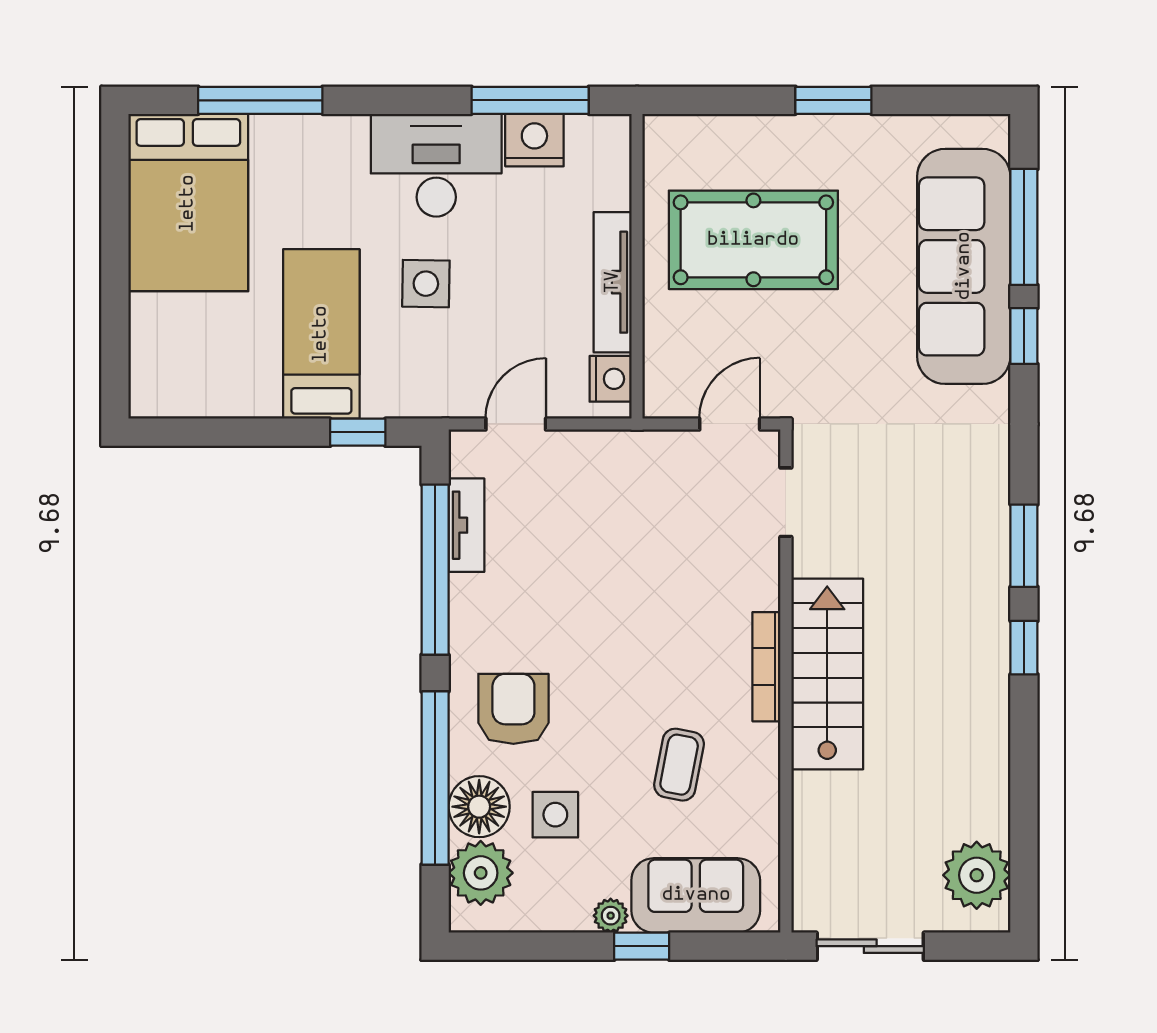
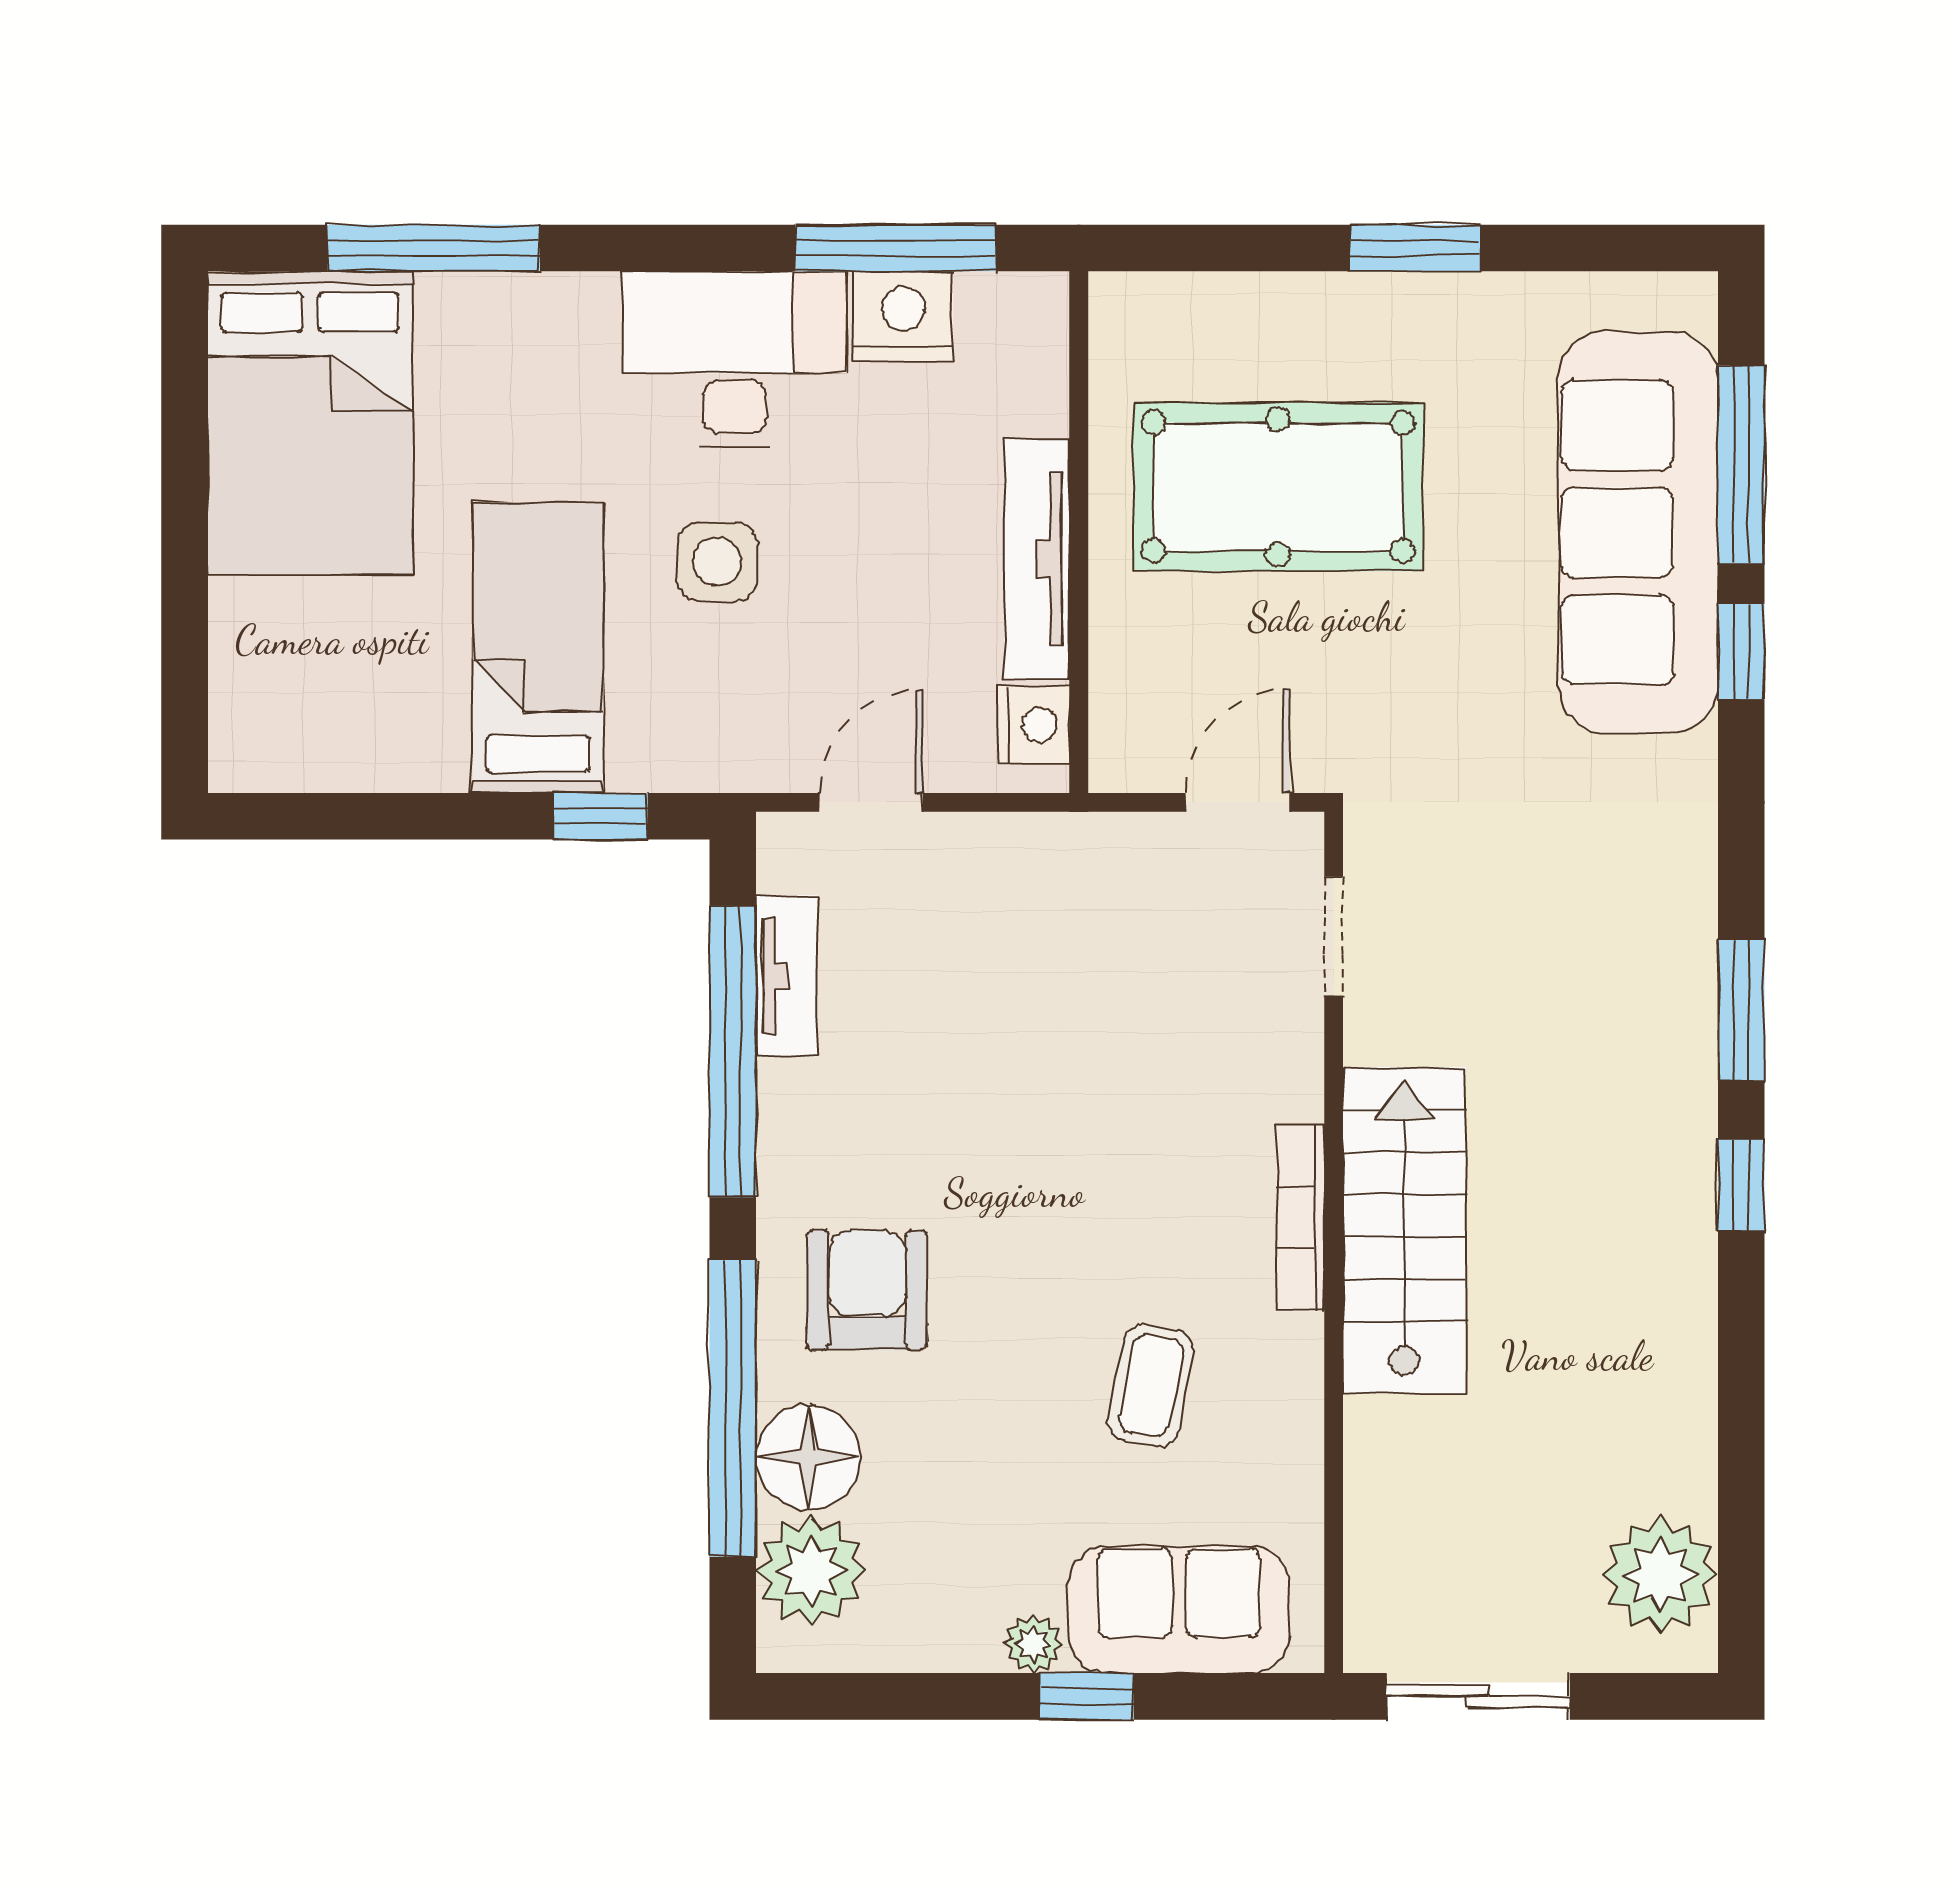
side table: (555, 815) -> (939, 1471), removed

